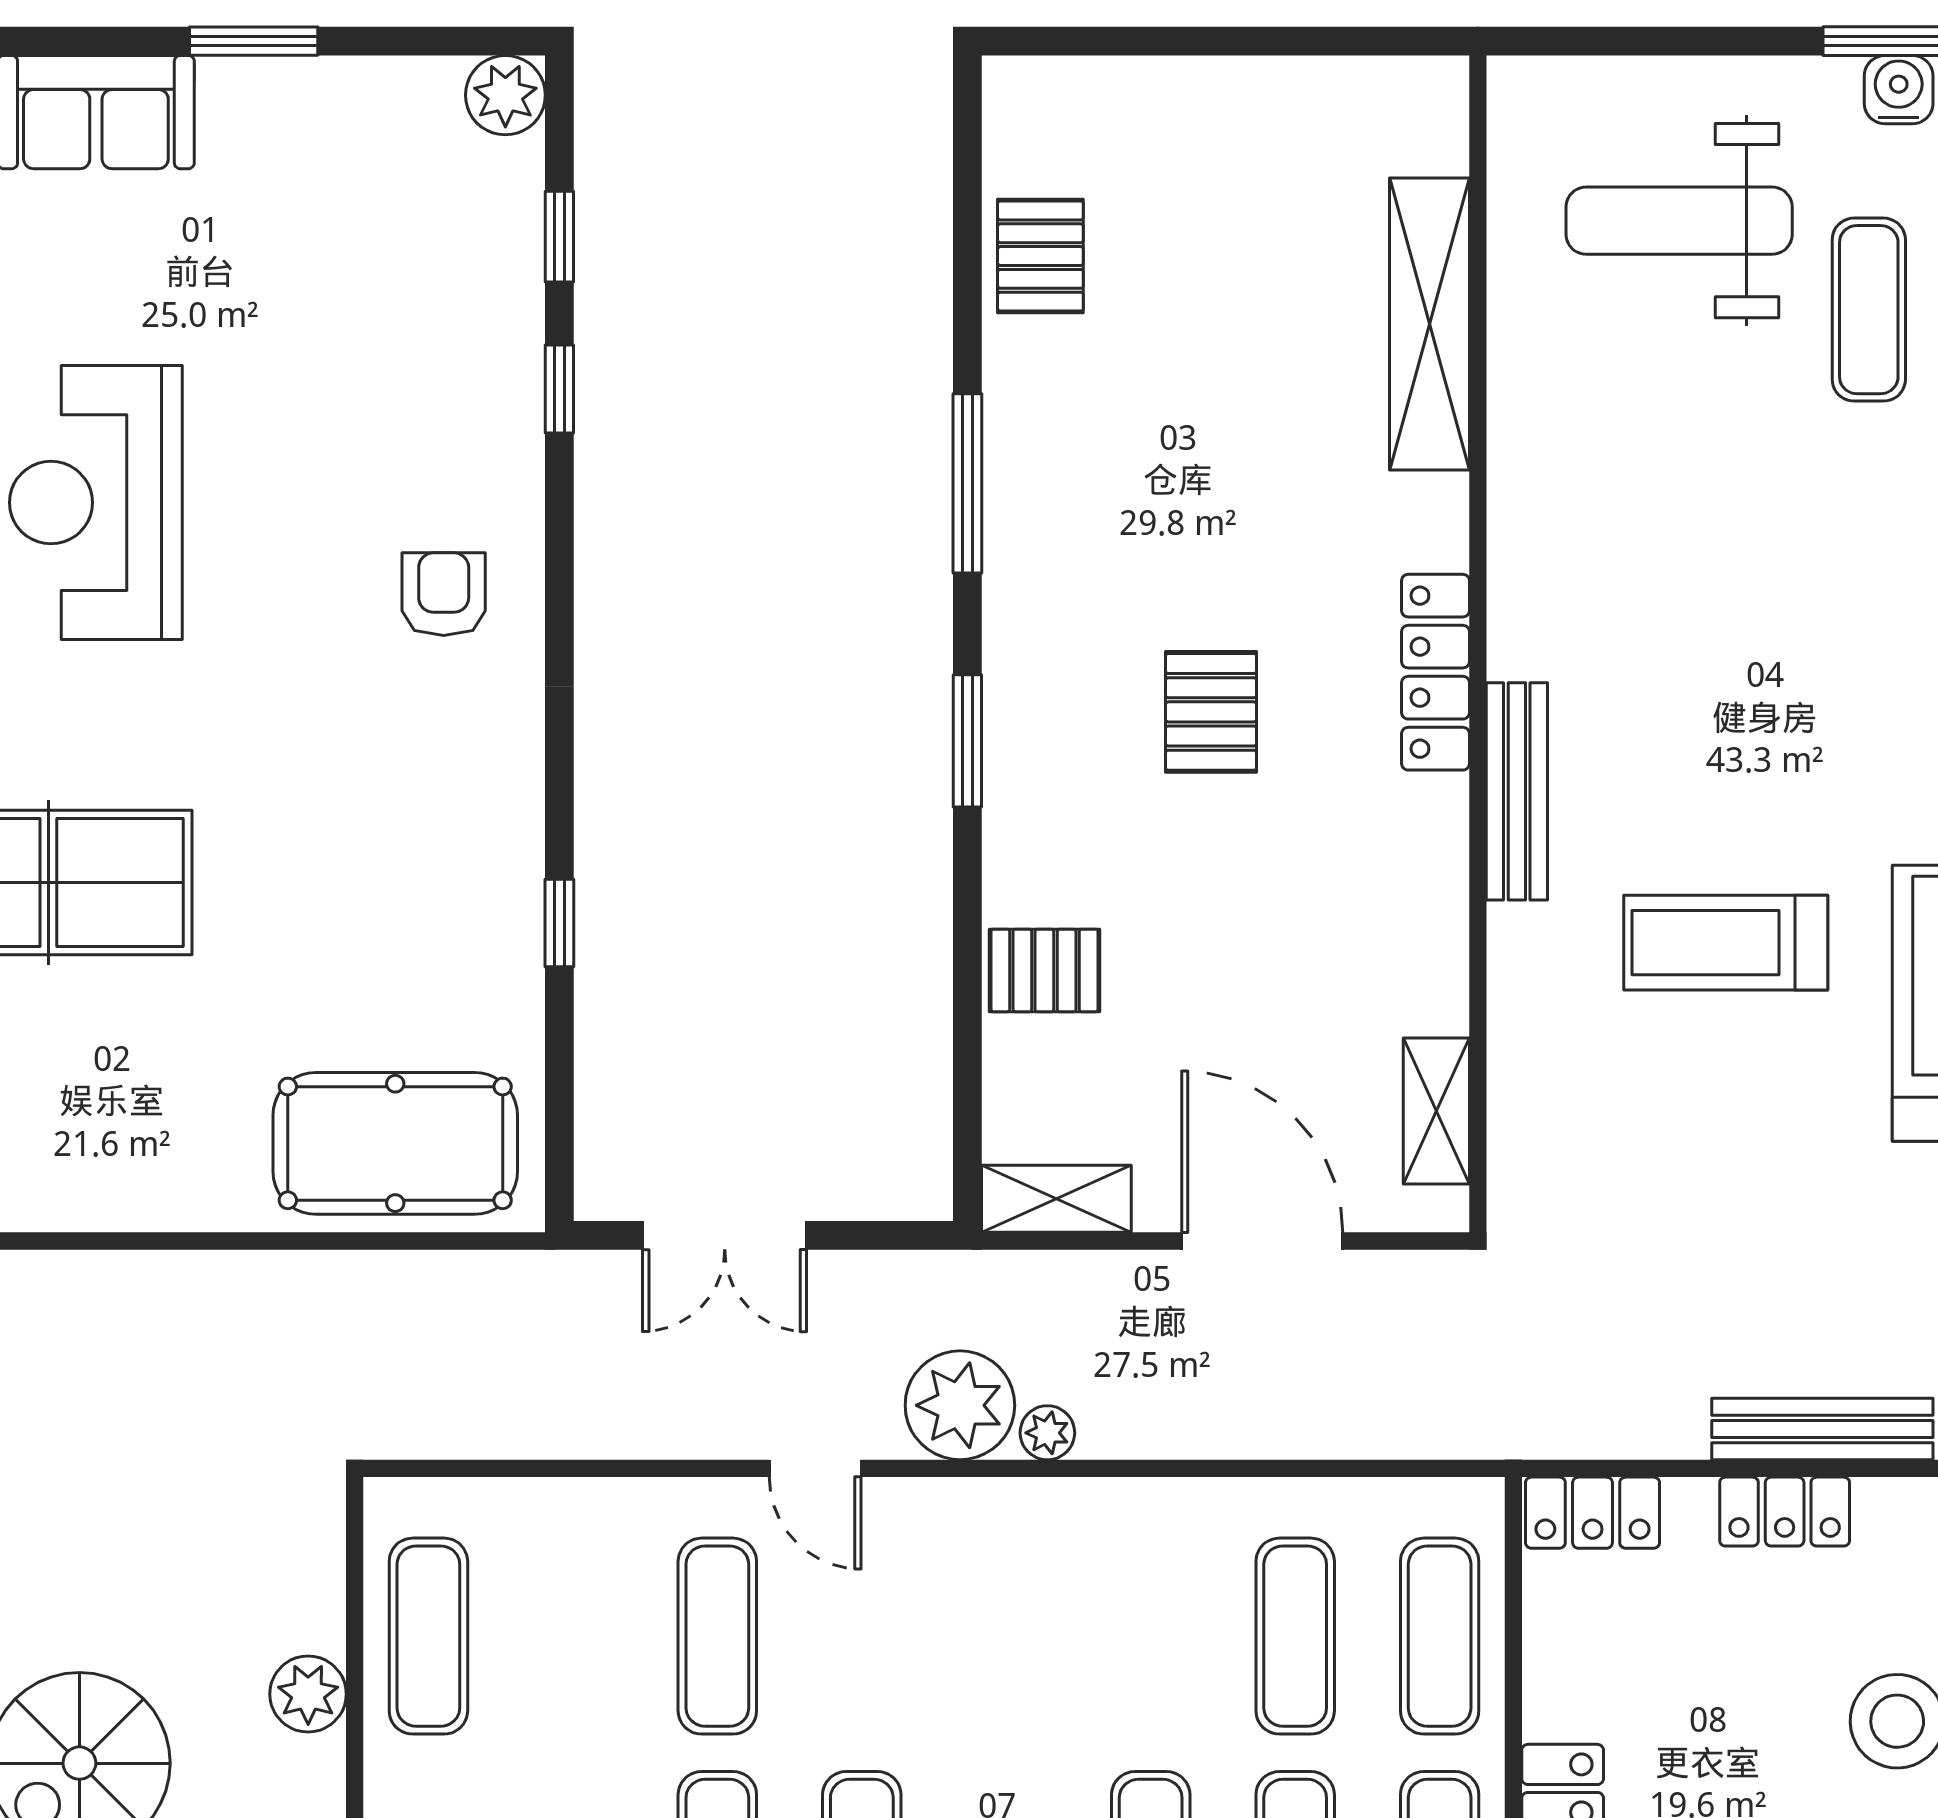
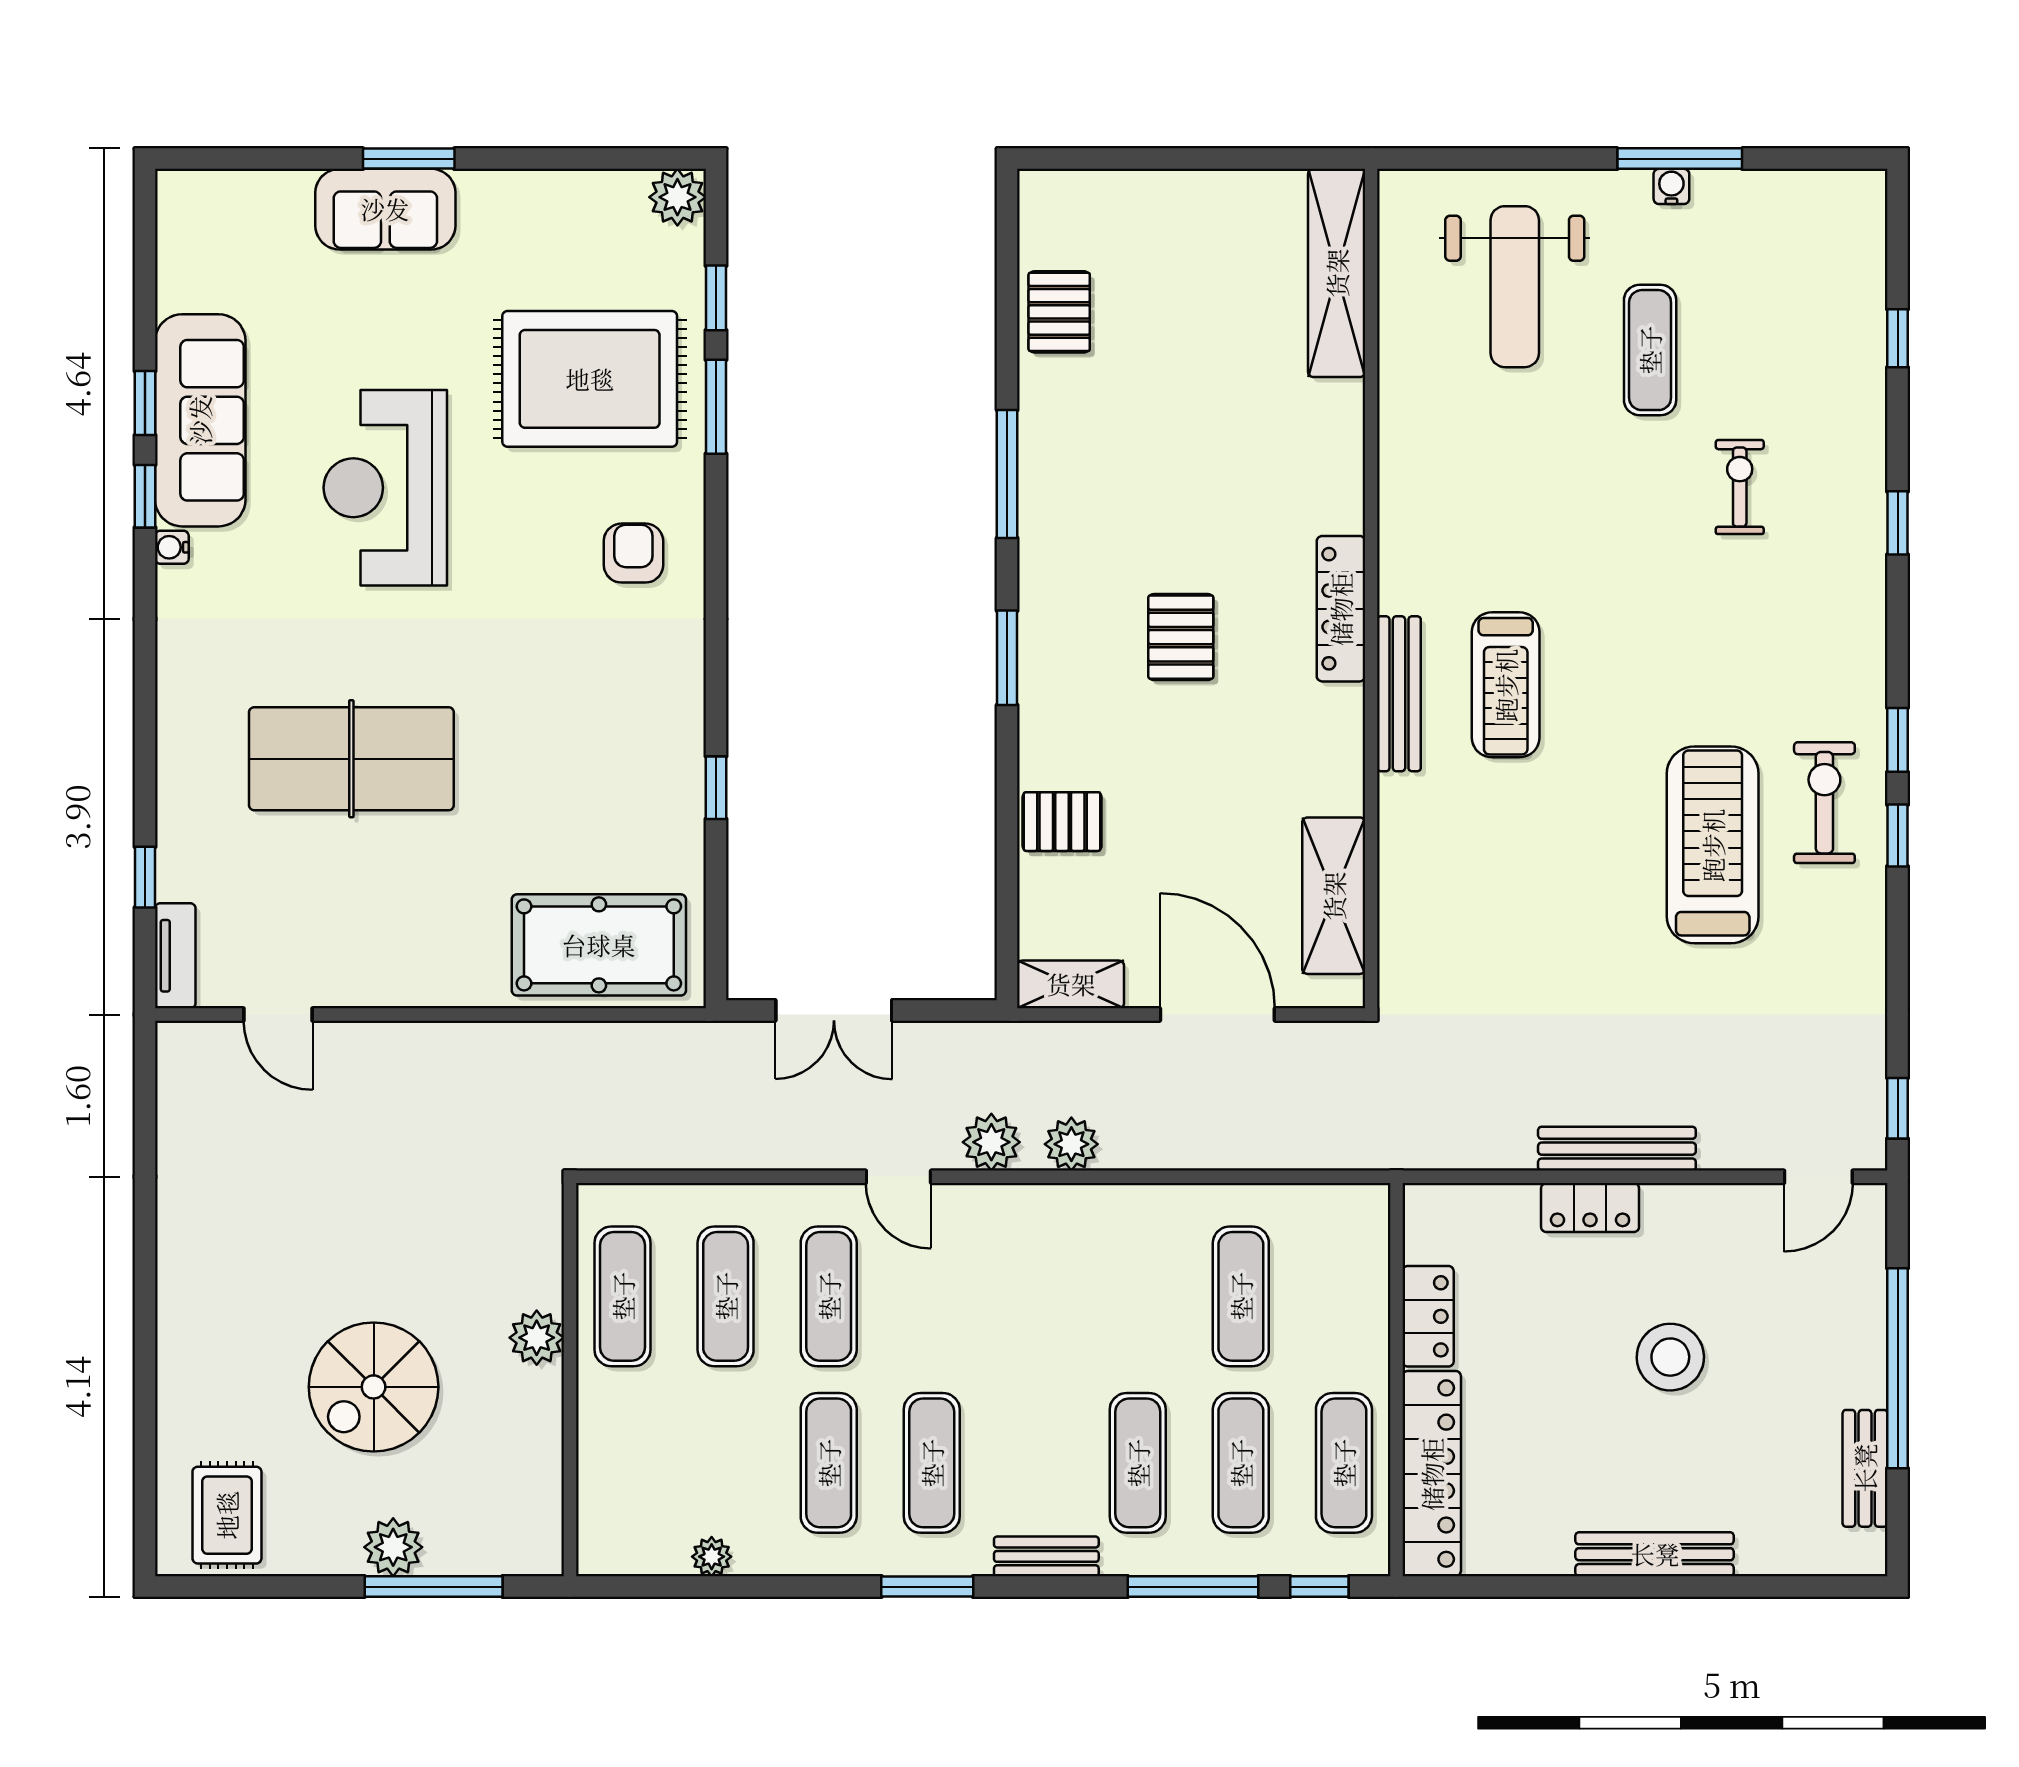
window: (254, 41) -> (409, 159), moved
water cooler: (1899, 90) -> (1671, 186), width x0.72, depth x0.72
weight bench: (1679, 221) -> (1515, 287), turned -90
shelving: (1429, 324) -> (1337, 273), moved
rug: (382, 350) -> (590, 379), added
window: (559, 389) -> (716, 407), width x1.50
treadmill: (1726, 943) -> (1506, 685), moved, turned -90
shelving: (1436, 1111) -> (1334, 896), width x1.50, depth x1.33
plant: (960, 1405) -> (991, 1142), width x0.73, depth x0.73
plant: (1047, 1433) -> (1071, 1144), width x1.38, depth x1.38
locker: (1593, 1513) -> (1428, 1316), moved, turned -90
exercise mat: (1440, 1636) -> (726, 1296), moved

